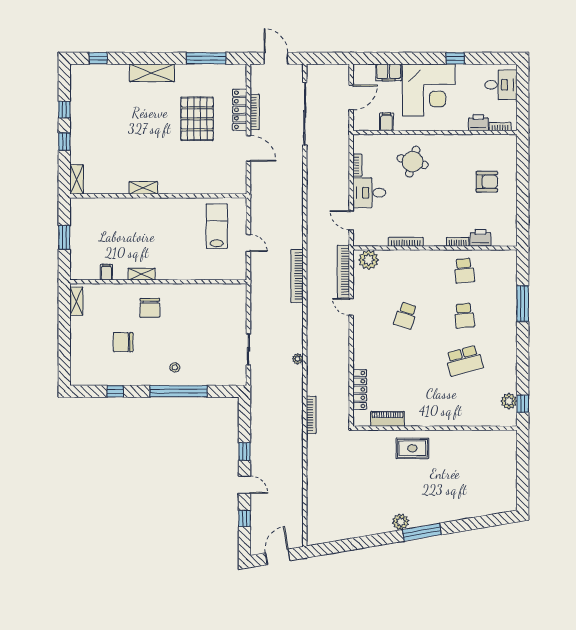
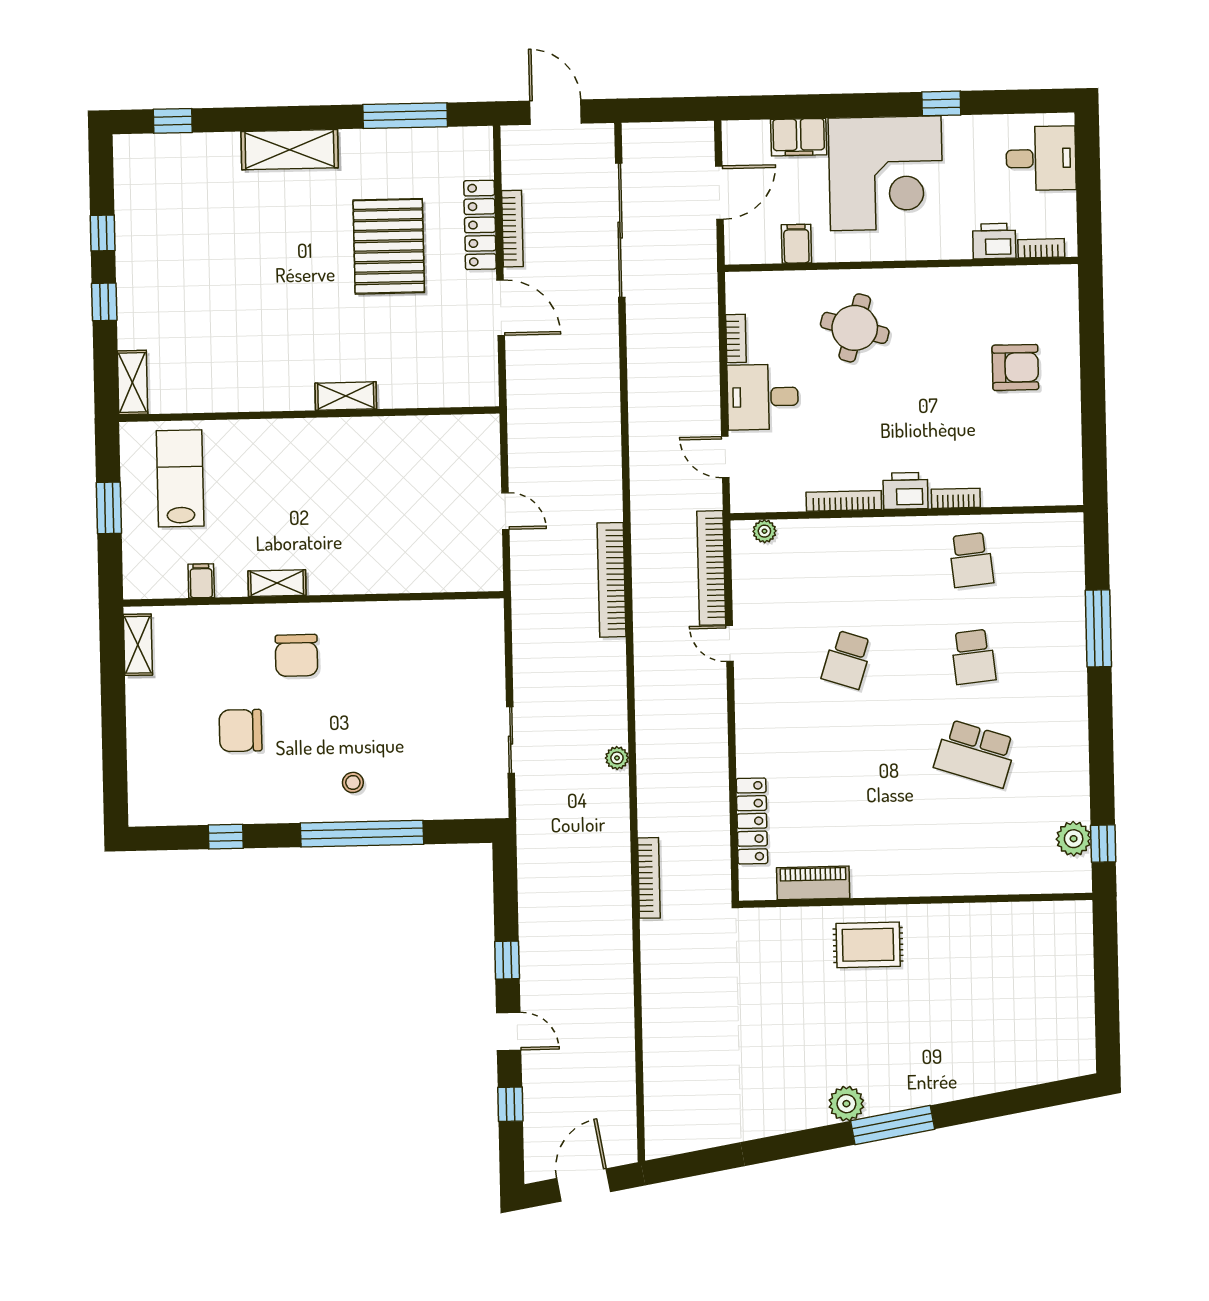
shelving: (143, 188) -> (346, 396), moved
lab bench: (217, 226) -> (180, 478), moved
printer: (480, 238) -> (906, 491), moved
plant: (369, 260) -> (764, 531), width x0.53, depth x0.53
school desk: (464, 361) -> (975, 754), turned 33

